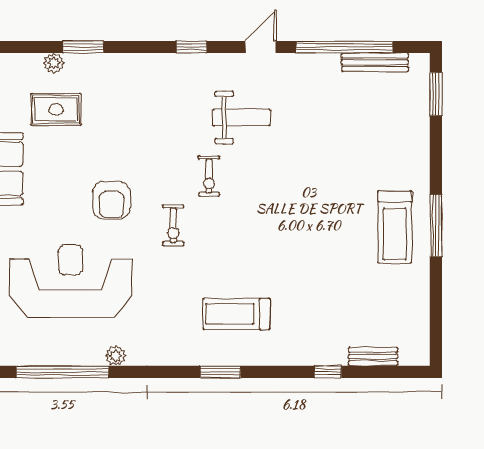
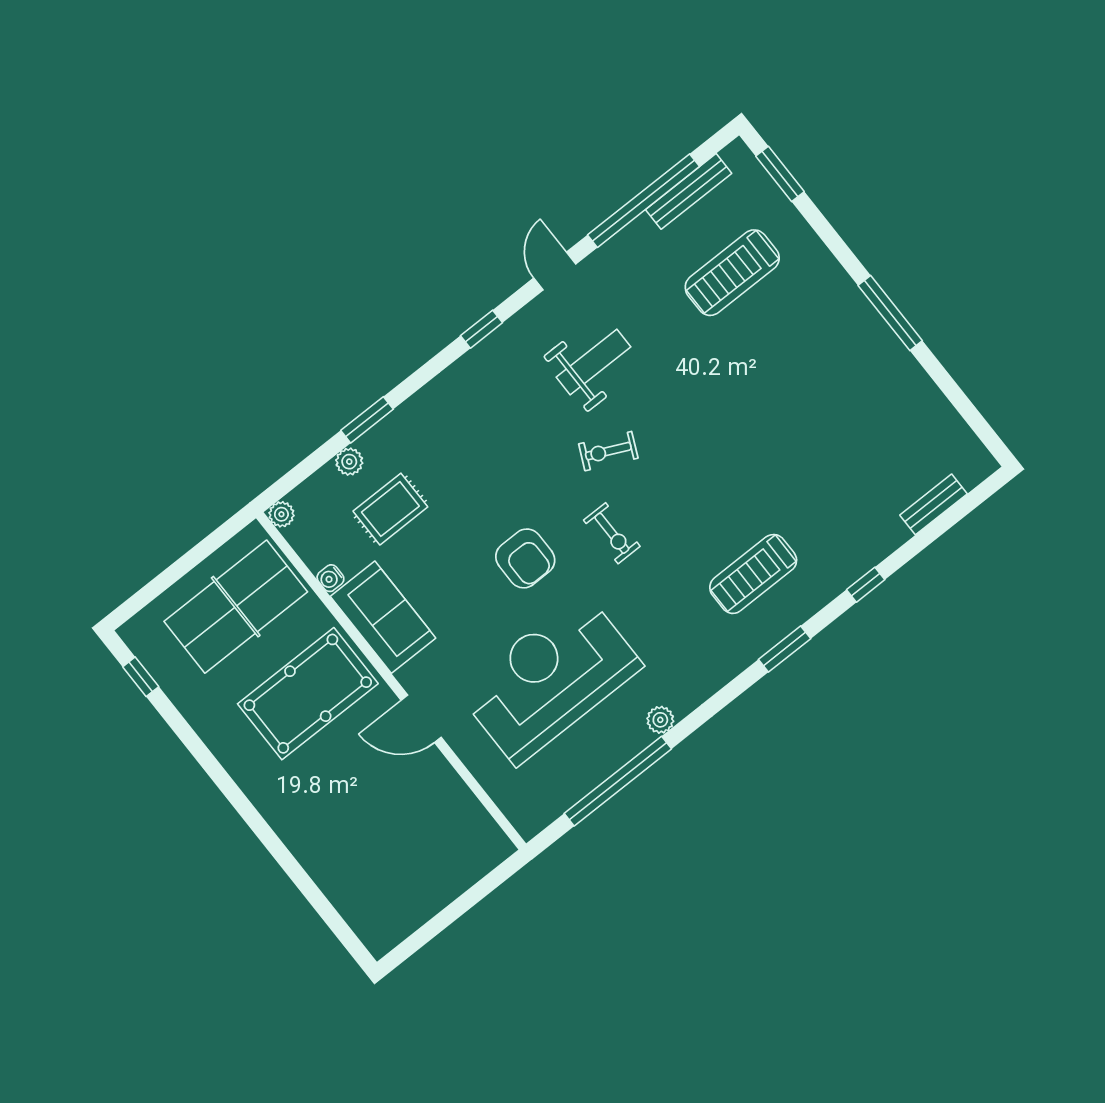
exercise bike: (209, 176) -> (608, 451), turned 115
treadmill: (395, 227) -> (732, 273), moved, turned 90
window: (328, 372) -> (866, 585), moved

